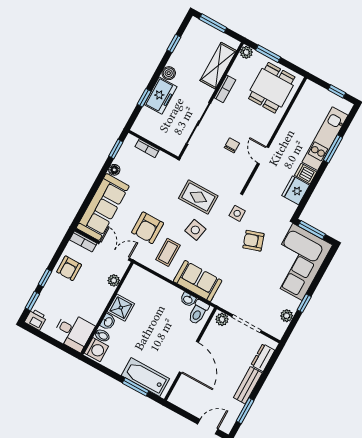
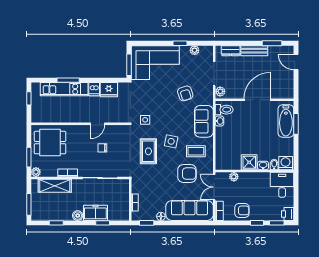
armchair: (253, 241) -> (185, 93), moved

